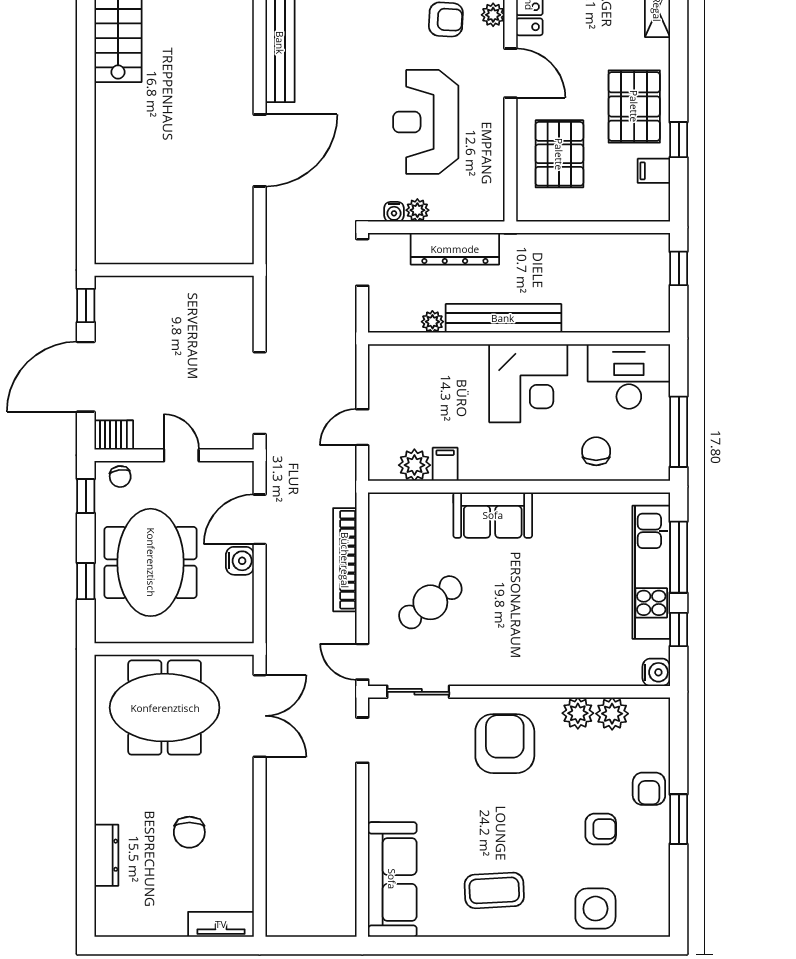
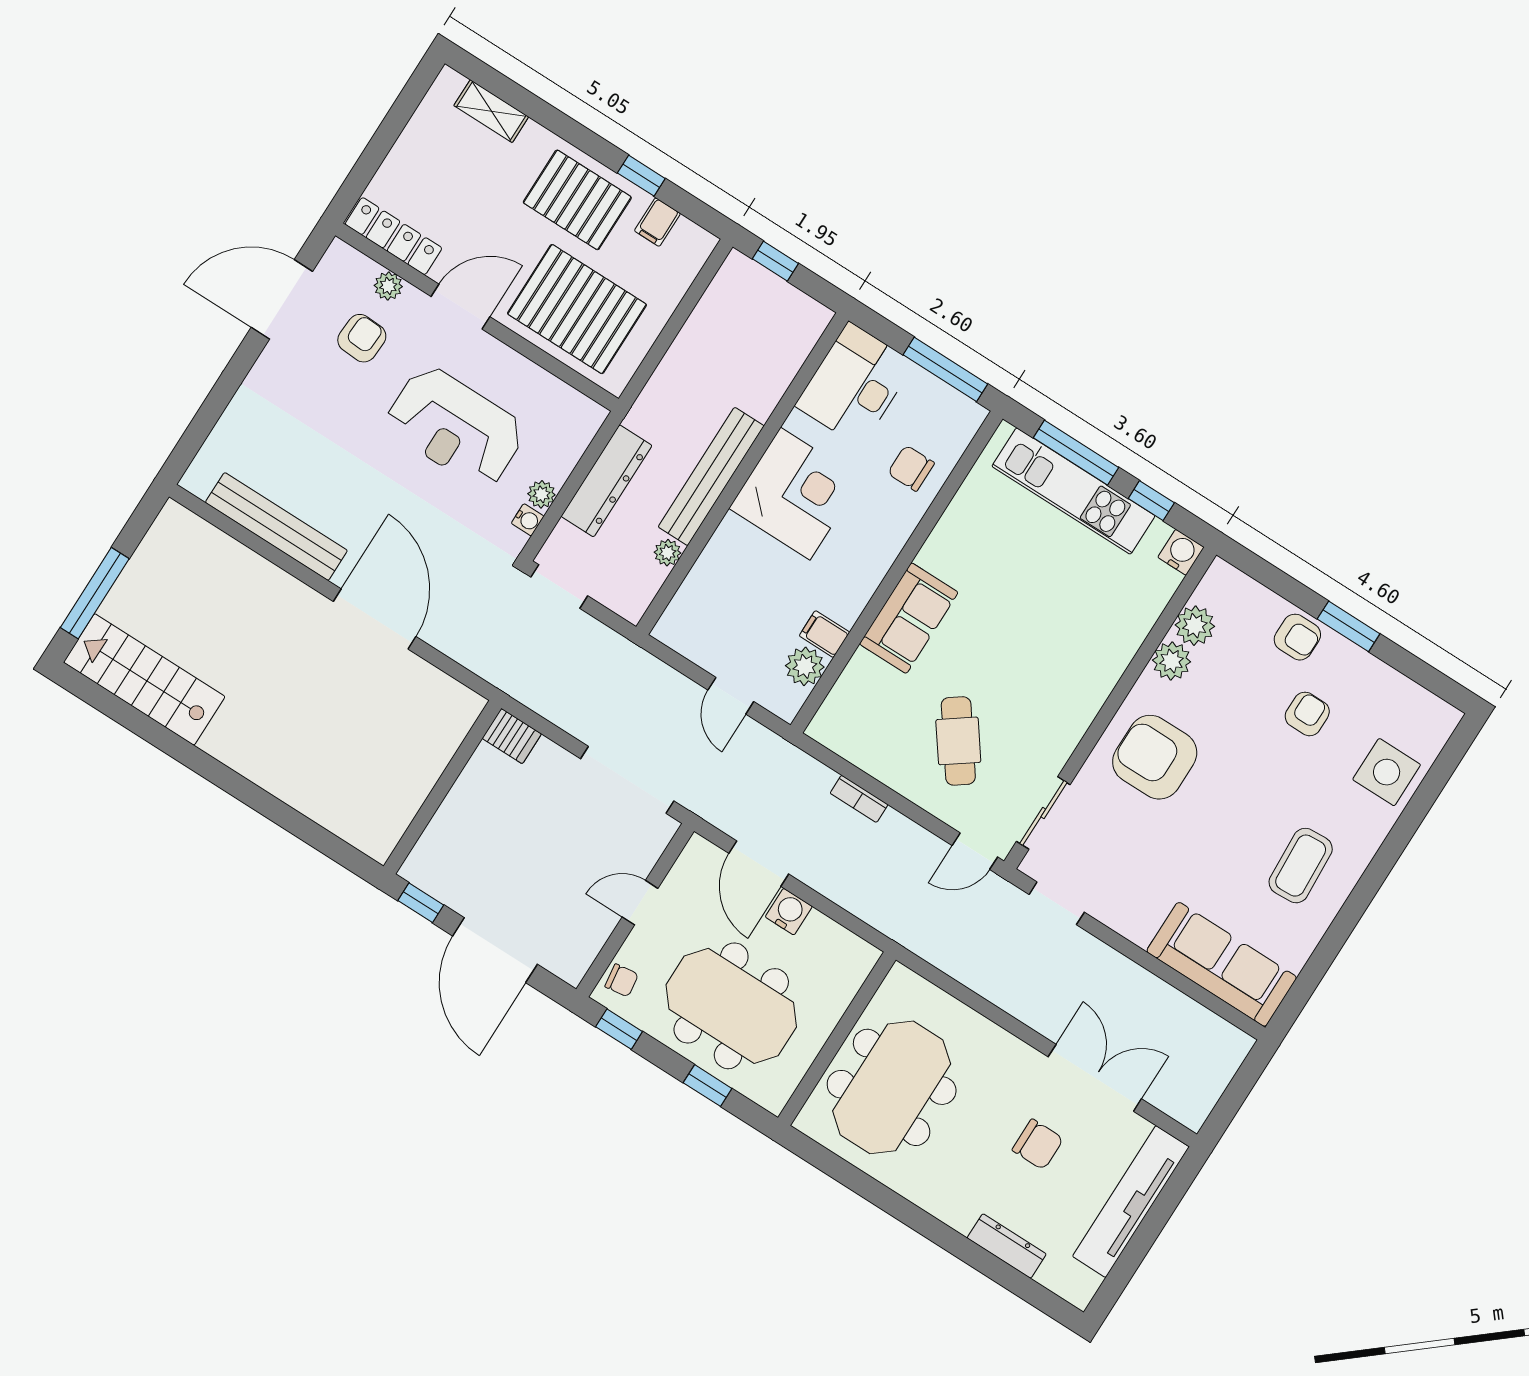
pallet: (559, 154) -> (577, 309), width x1.37, depth x1.41
server rack: (114, 435) -> (512, 736), moved, turned 90
bookcase: (345, 560) -> (859, 799), width x0.43, depth x0.76
double door: (260, 716) -> (1095, 1078), moved
tv unit: (221, 924) -> (1131, 1202), width x1.92, depth x1.29

